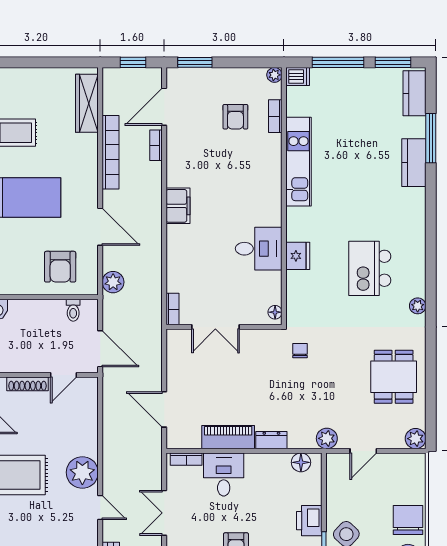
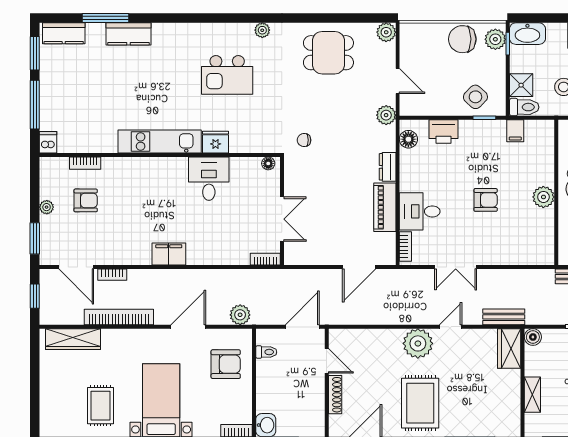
plant: (274, 75) -> (47, 207), moved
kitchen unit: (299, 162) -> (160, 142), moved
printer: (309, 521) -> (443, 131), moved

